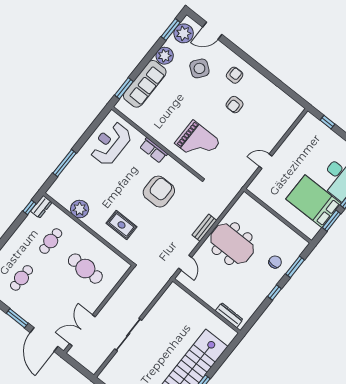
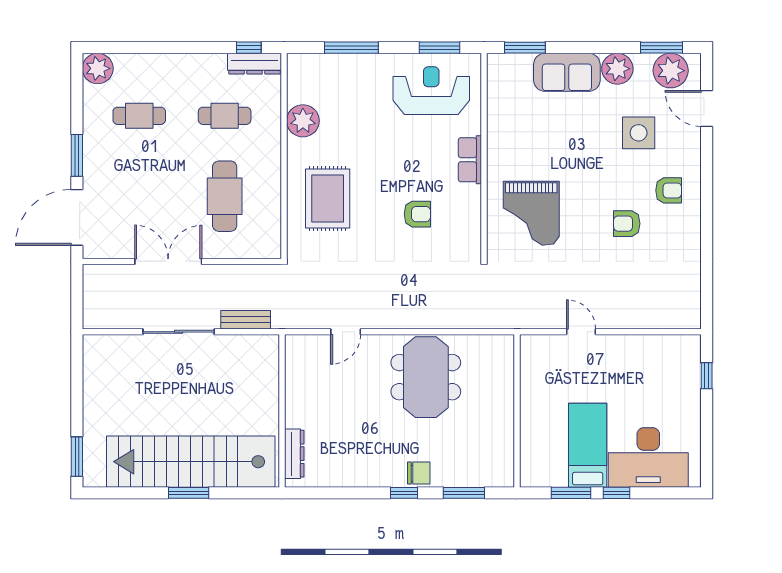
side table: (199, 68) -> (639, 133), turned -38
sofa: (145, 84) -> (567, 72), width x0.73
window: (95, 125) -> (440, 48), added
armchair: (159, 192) -> (417, 214), width x0.53, depth x0.53
bed: (314, 201) -> (588, 445), width x0.67
dresser: (41, 207) -> (255, 64), width x1.44
rug: (122, 225) -> (328, 198), width x1.36, depth x1.43
bench: (204, 228) -> (246, 320), moved
chair: (275, 262) -> (419, 473), moved
wall: (206, 306) -> (282, 411), moved
dresser: (229, 315) -> (294, 454), moved
double door: (82, 330) -> (168, 261), moved

